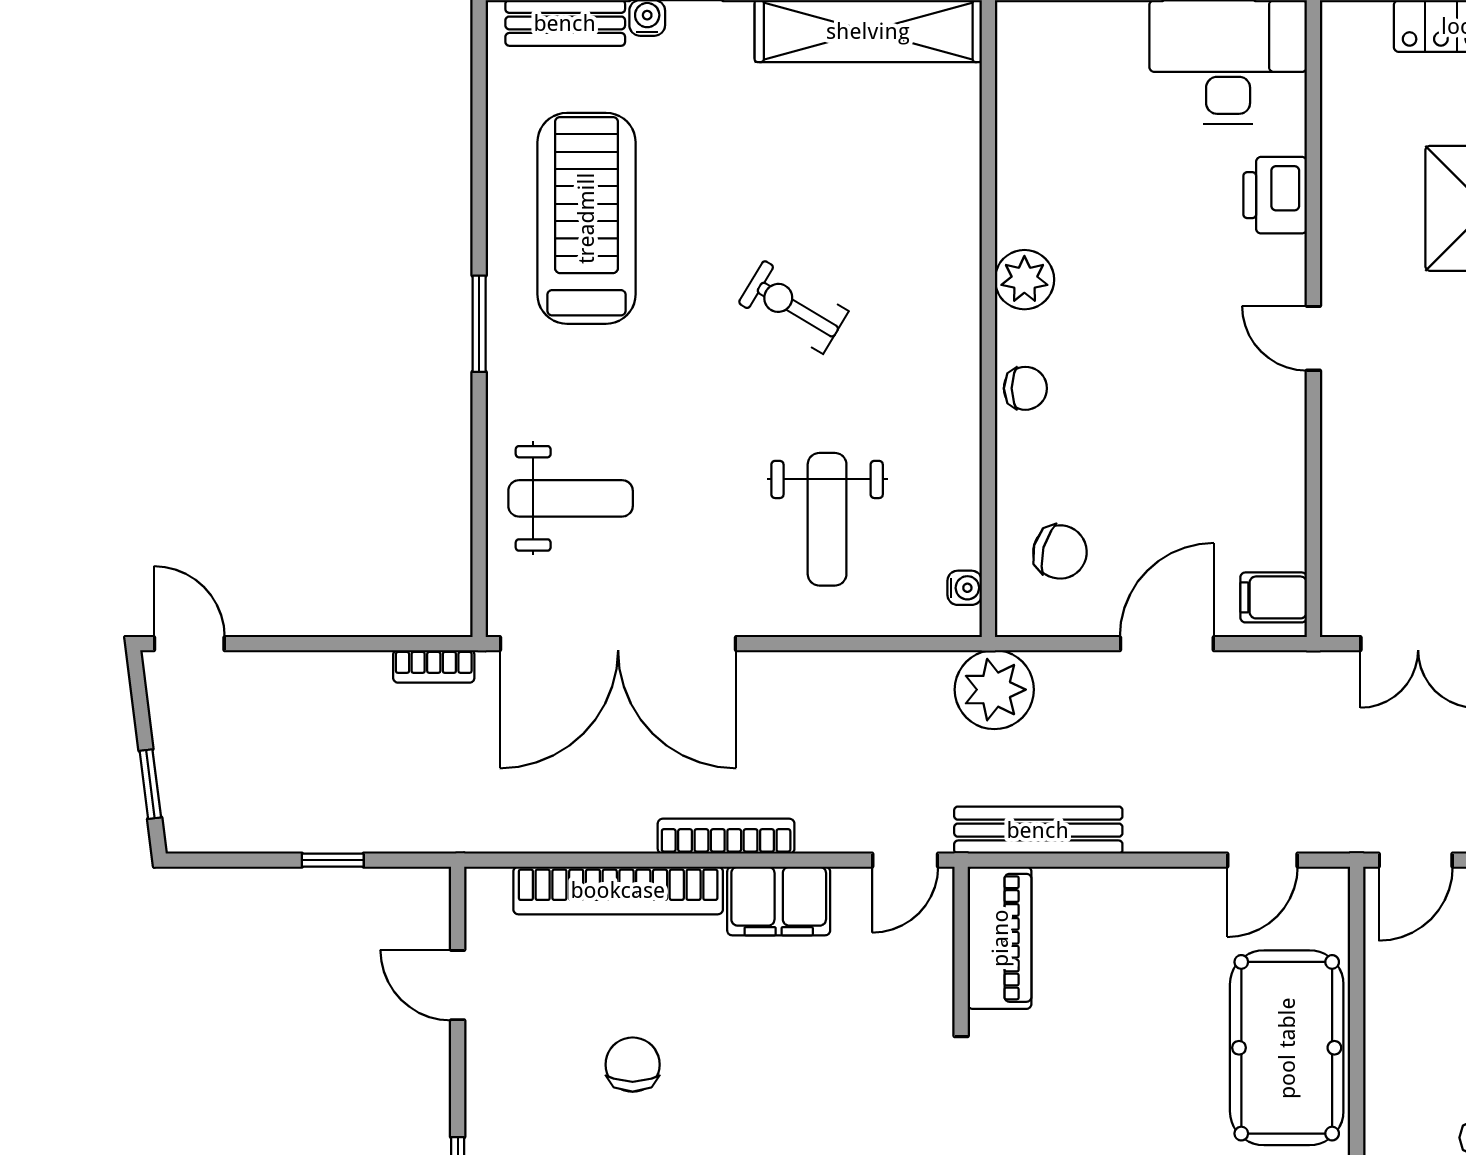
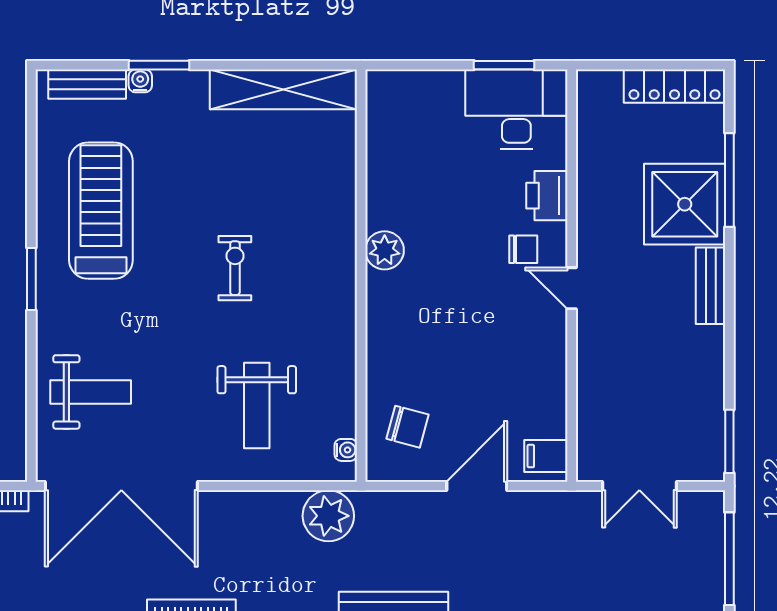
exercise bike: (794, 307) -> (235, 268), turned 59
chair: (1025, 388) -> (523, 249), moved
plant: (994, 690) -> (328, 516), moved

